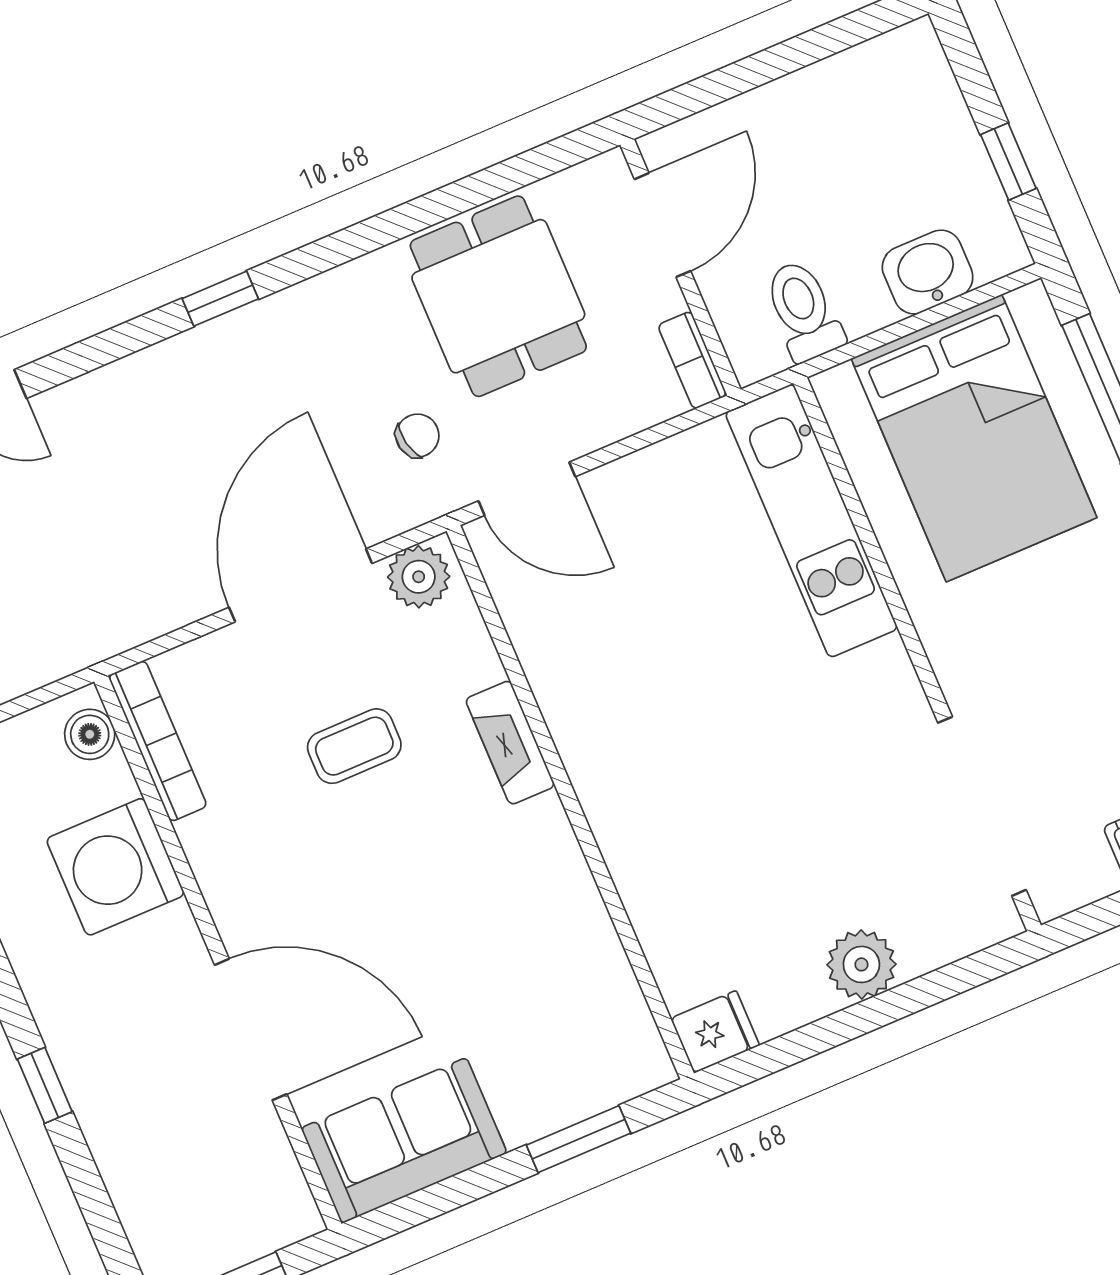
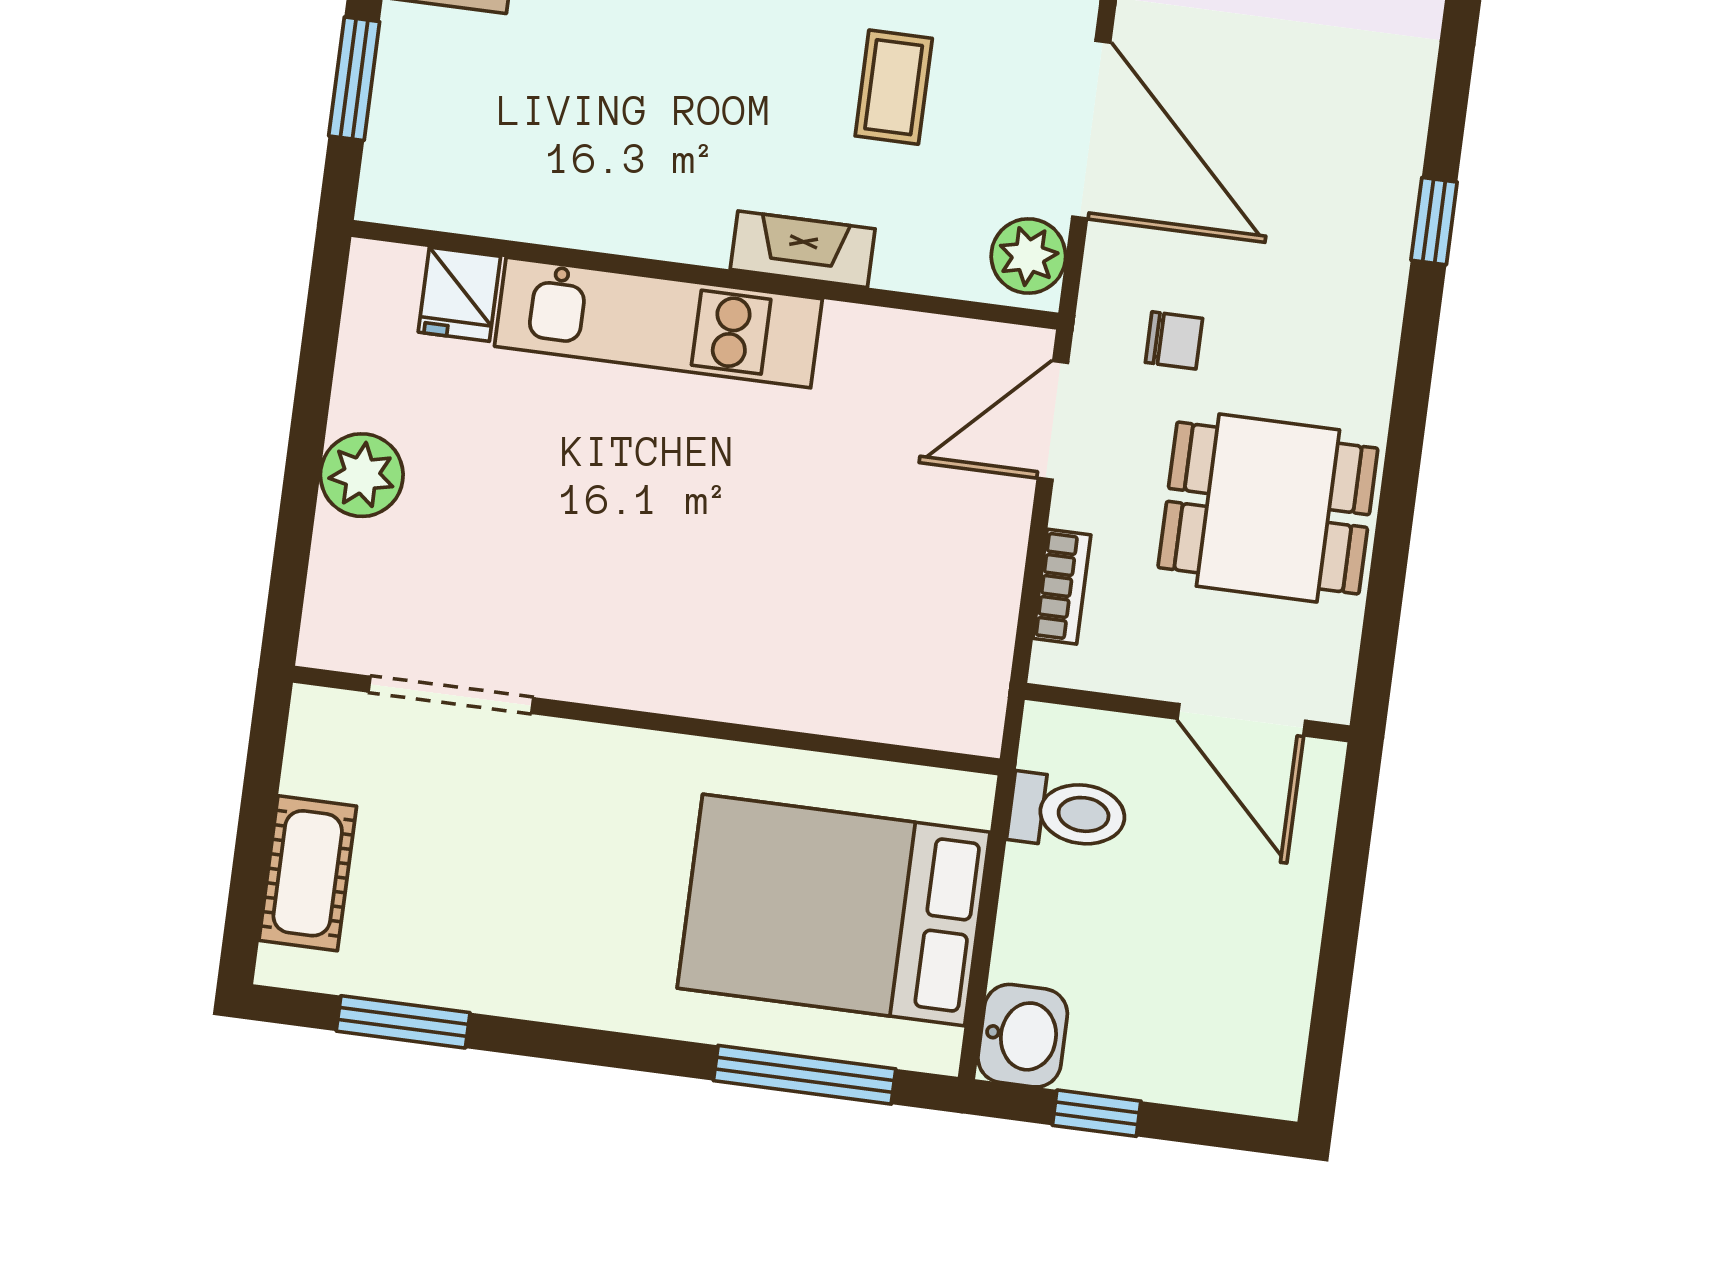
washbasin: (928, 272) -> (1023, 1036), moved
bookcase: (692, 360) -> (1062, 587), moved, turned 90
chair: (417, 436) -> (1174, 340), turned -78
kitchen unit: (811, 521) -> (658, 323), moved, turned 180
doorway: (982, 806) -> (451, 695), width x0.73
fridge: (715, 1032) -> (459, 294), moved

